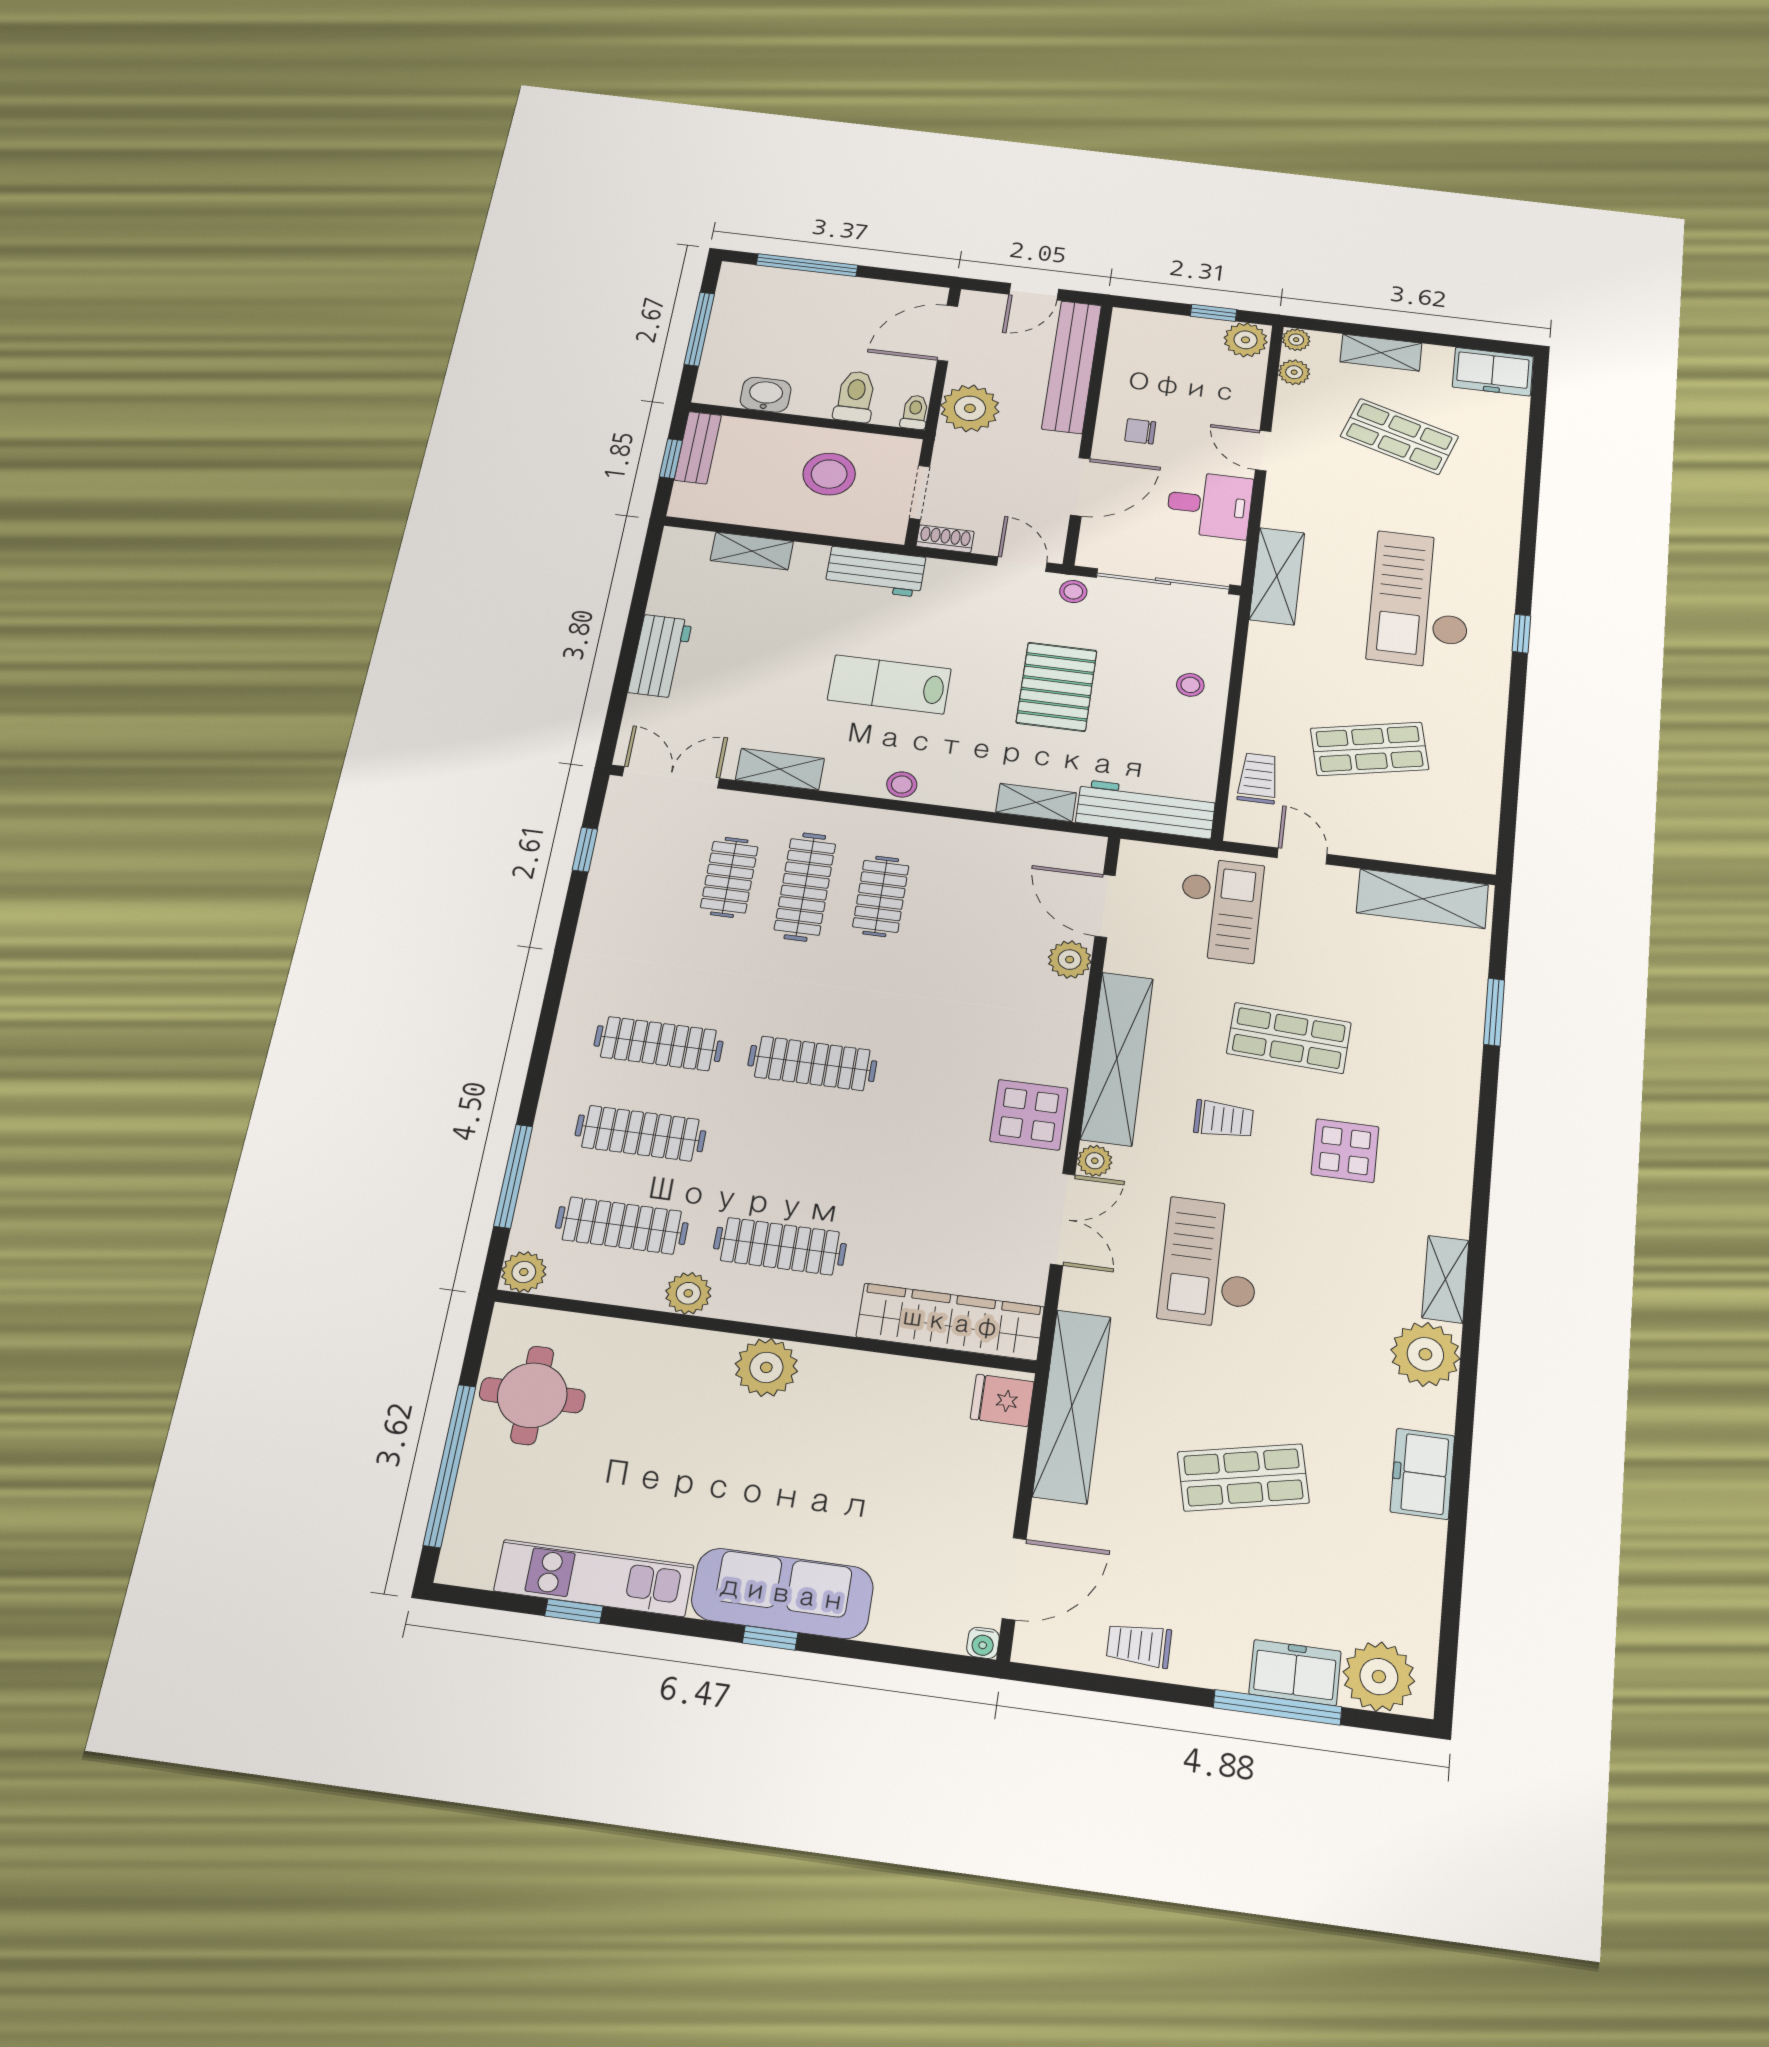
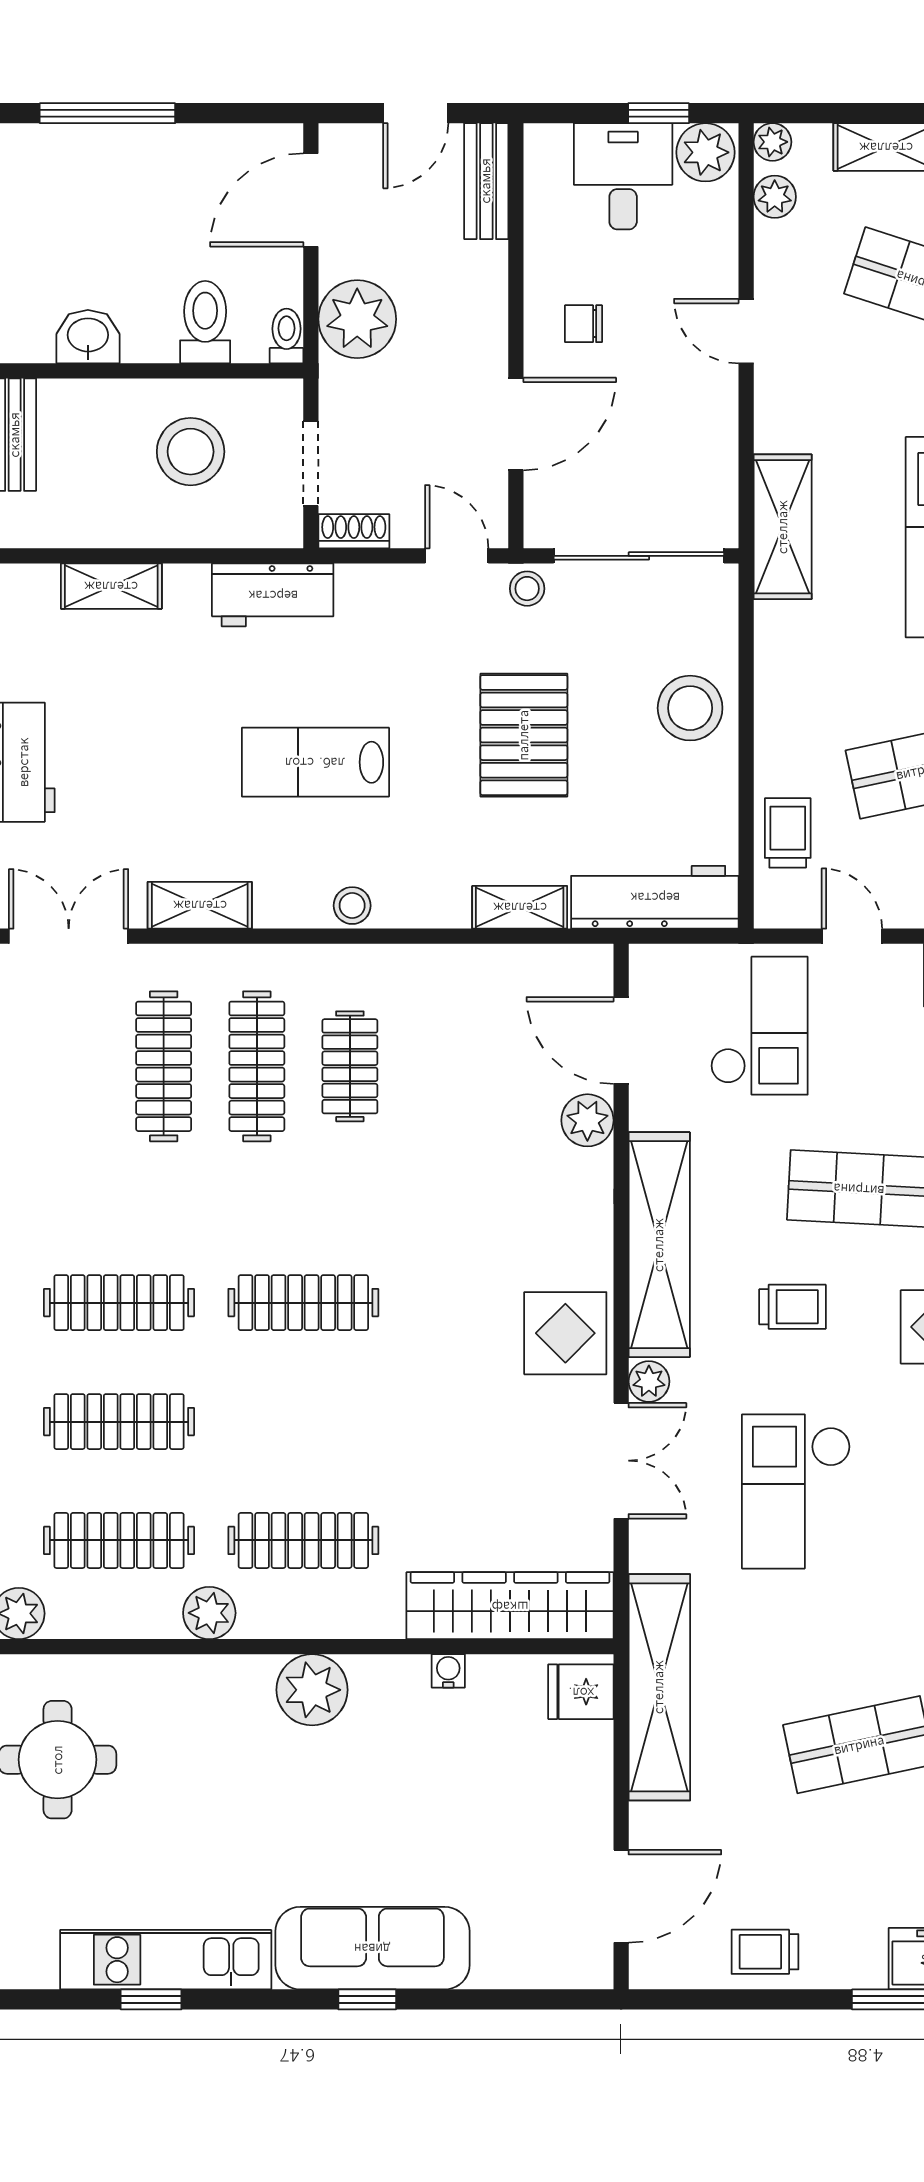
bench: (1072, 367) -> (486, 181), width x0.54, depth x0.82
desk: (1209, 505) -> (623, 176), moved, turned -90
stool: (1190, 685) -> (690, 708), width x1.89, depth x1.89
clothes rail: (729, 877) -> (164, 1066), width x1.36
water cooler: (983, 1643) -> (448, 1671), moved, turned 180

